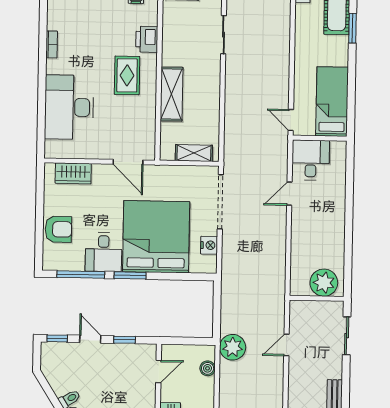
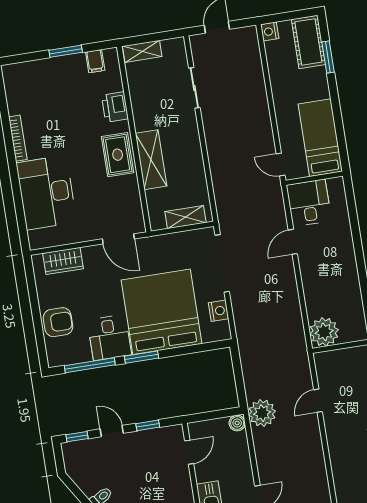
bookcase: (52, 44) -> (18, 138), width x1.56
rug: (127, 75) -> (118, 155), moved
plant: (324, 283) -> (324, 332), moved
boiler: (208, 368) -> (237, 423), moved

